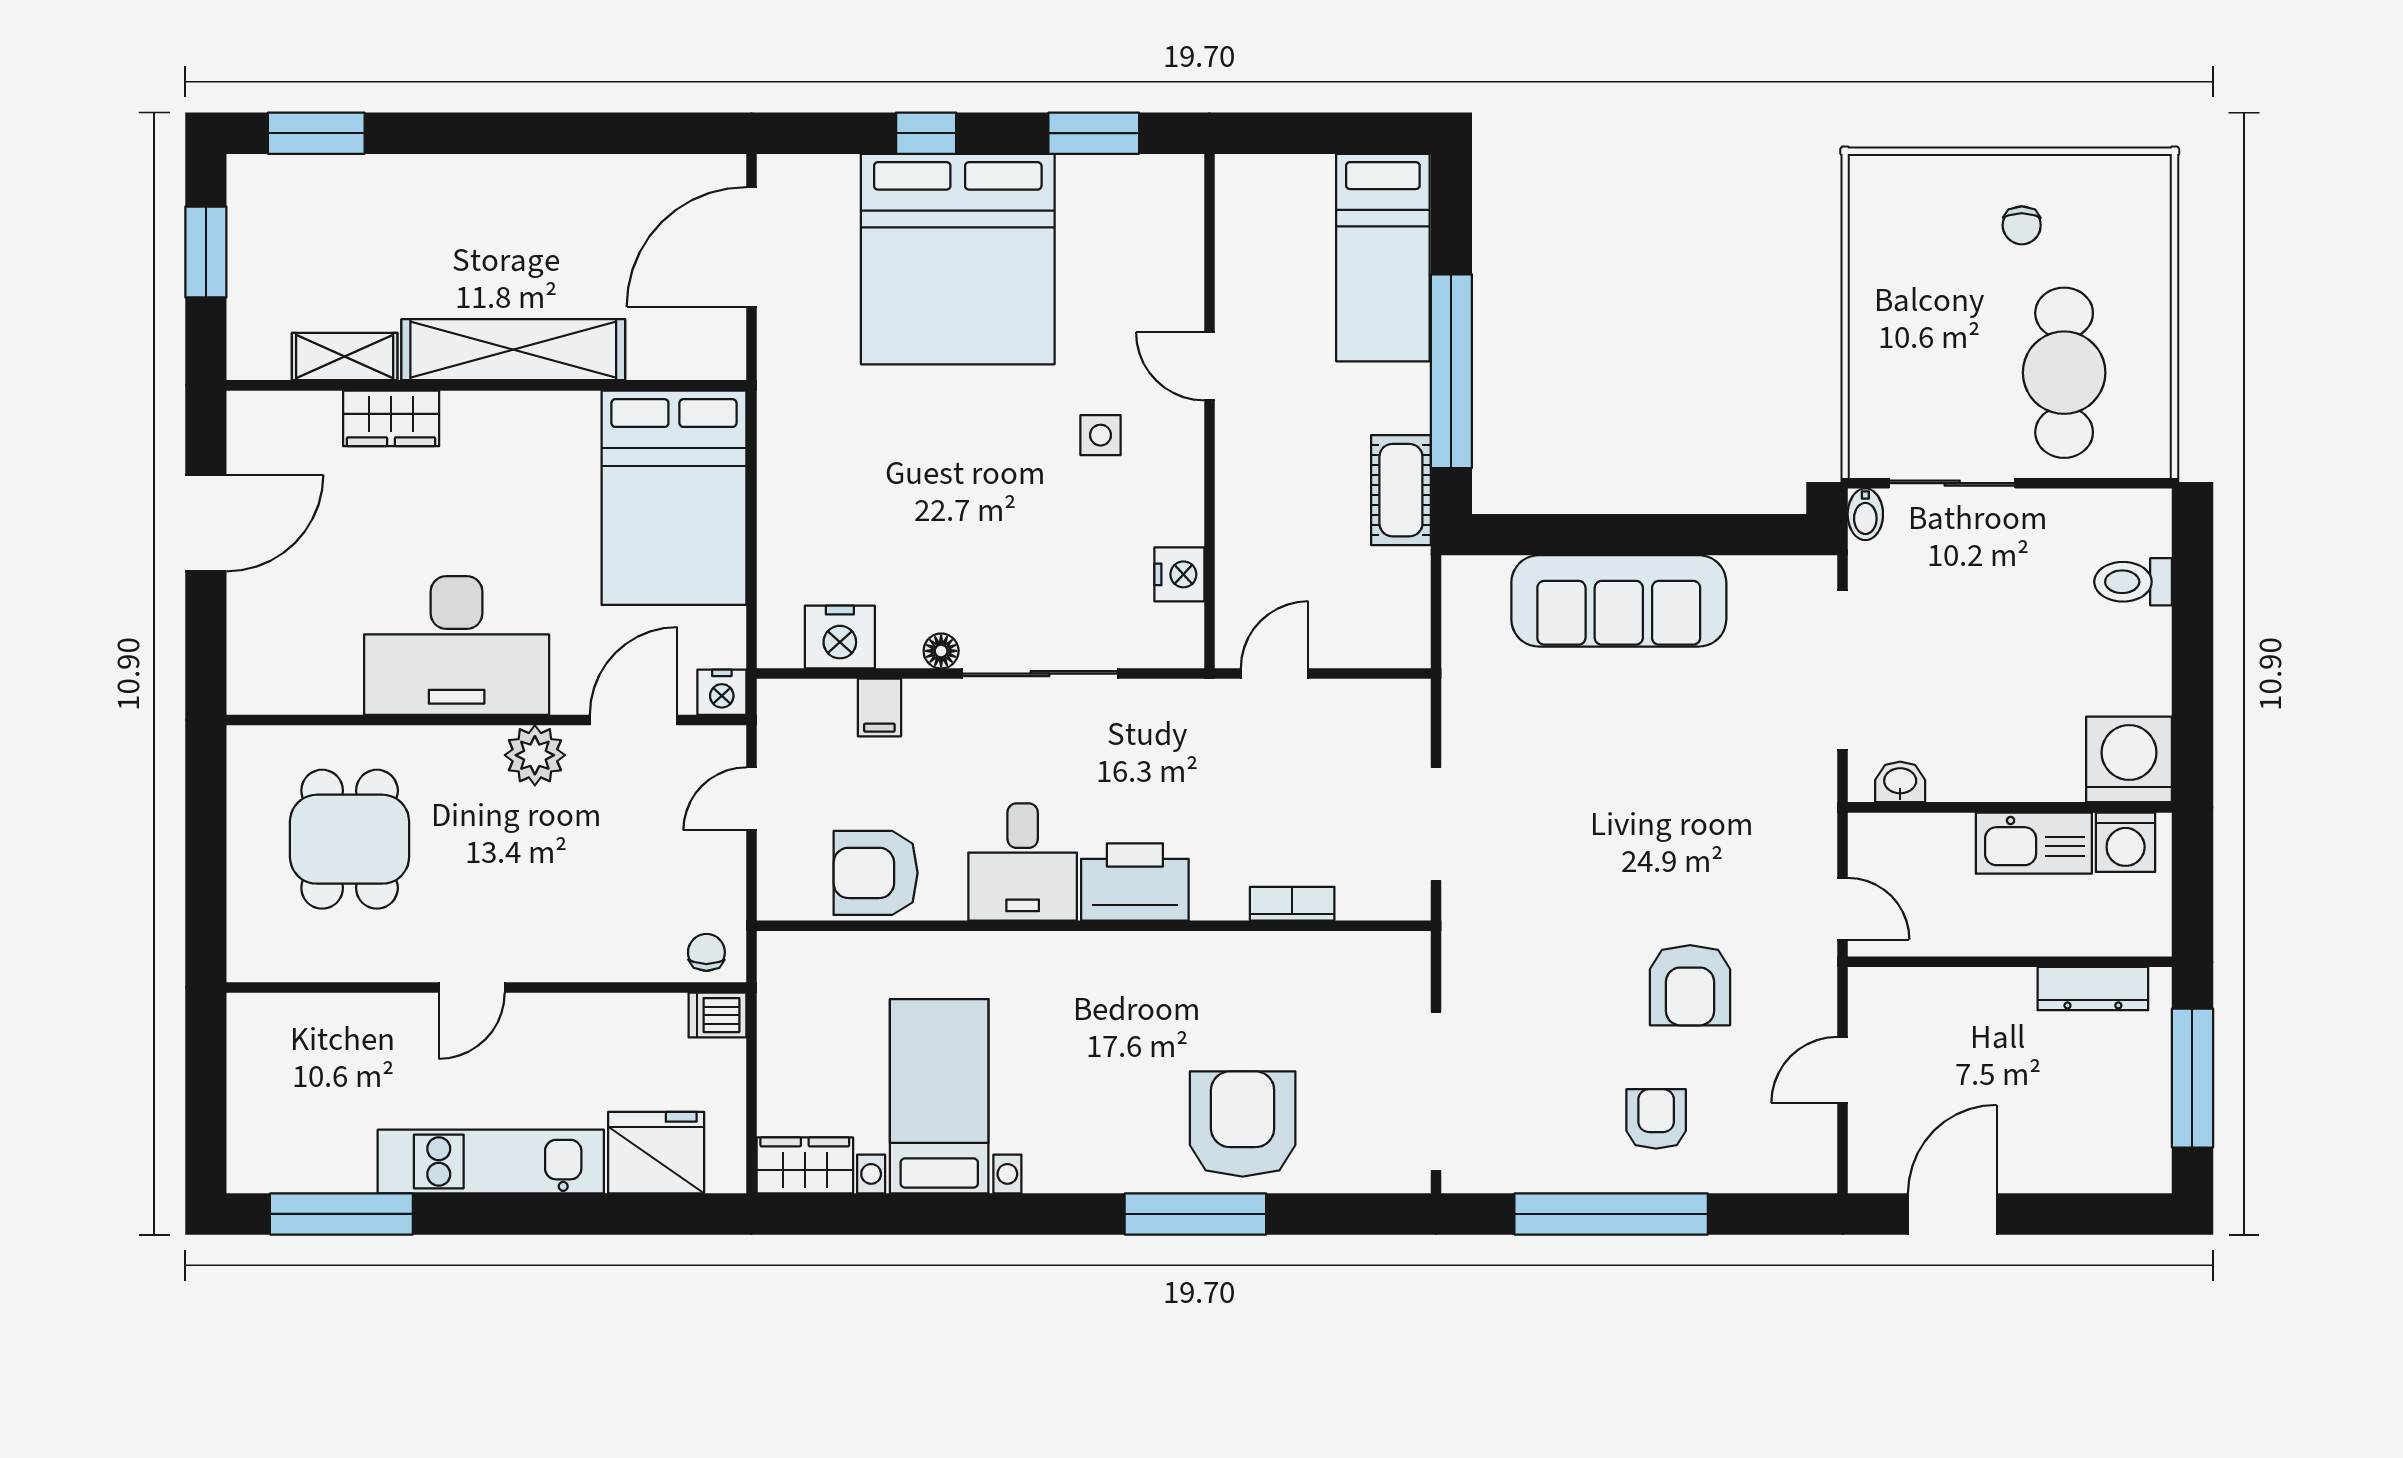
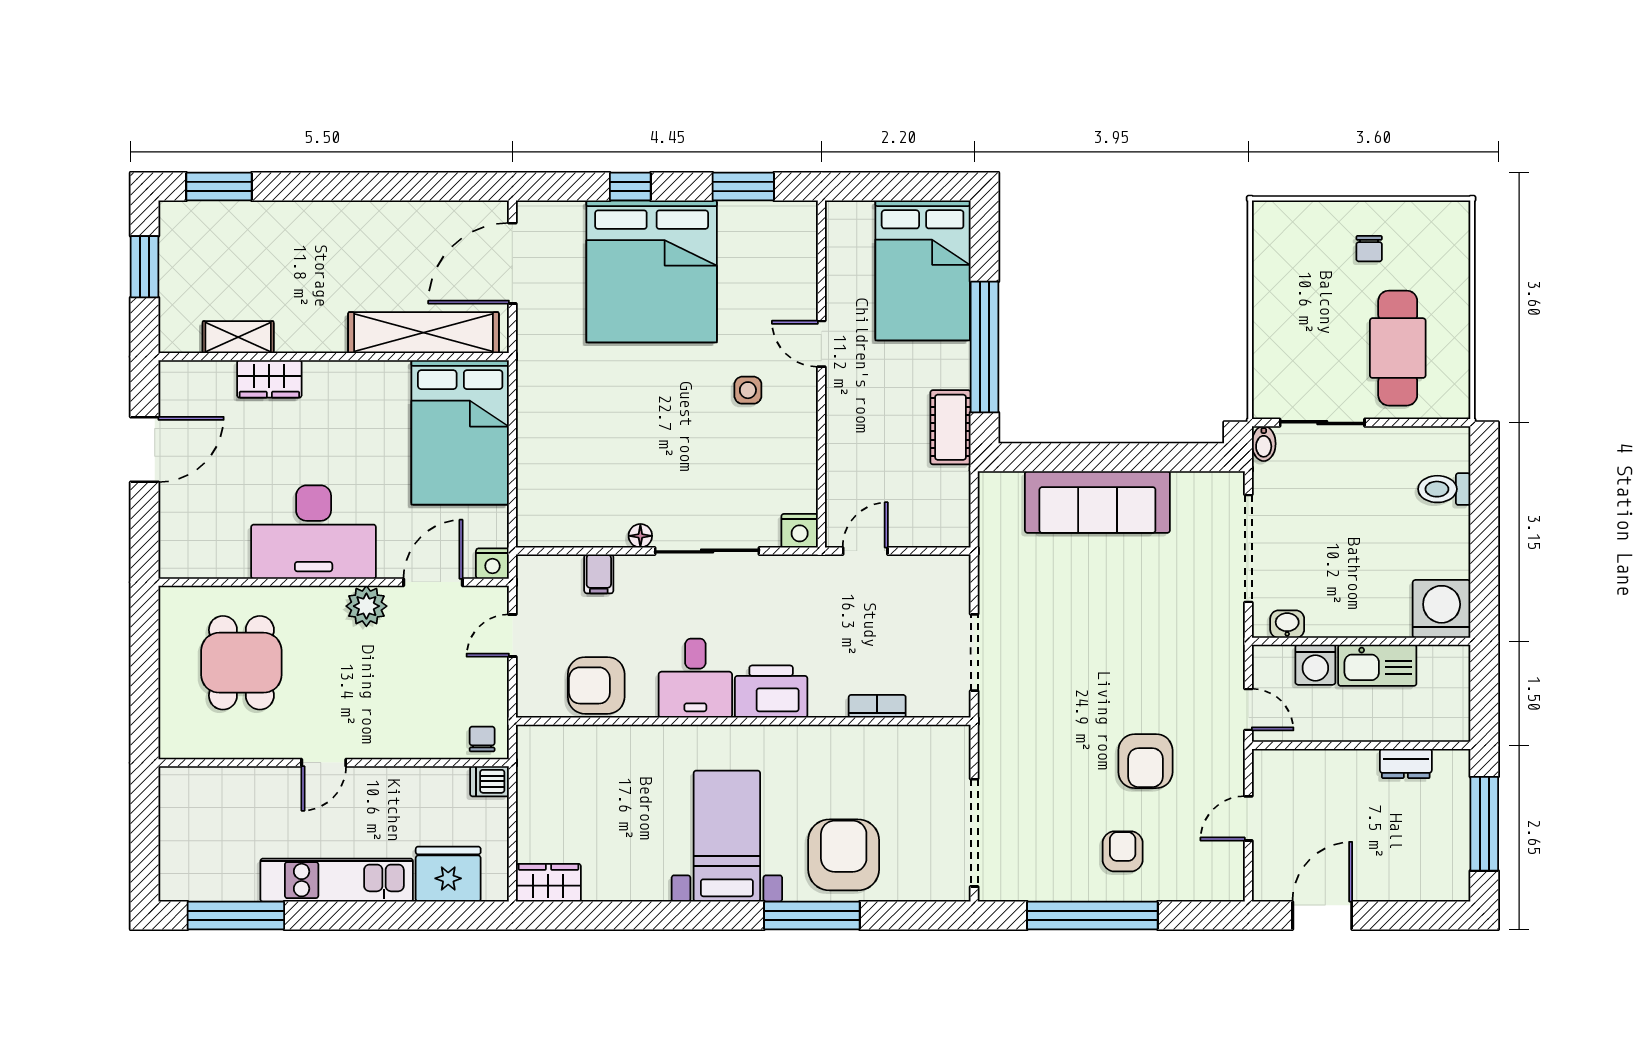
bed: (1383, 258) -> (923, 270), width x1.50
shelving: (513, 350) -> (423, 333), moved
nightstand: (1179, 574) -> (800, 531), moved, turned 90
nightstand: (840, 637) -> (572, 526), removed
washing machine: (2126, 842) -> (1315, 665), moved
dresser: (2093, 989) -> (1406, 763), width x0.70
bed with nightstands: (939, 1096) -> (727, 836), moved

